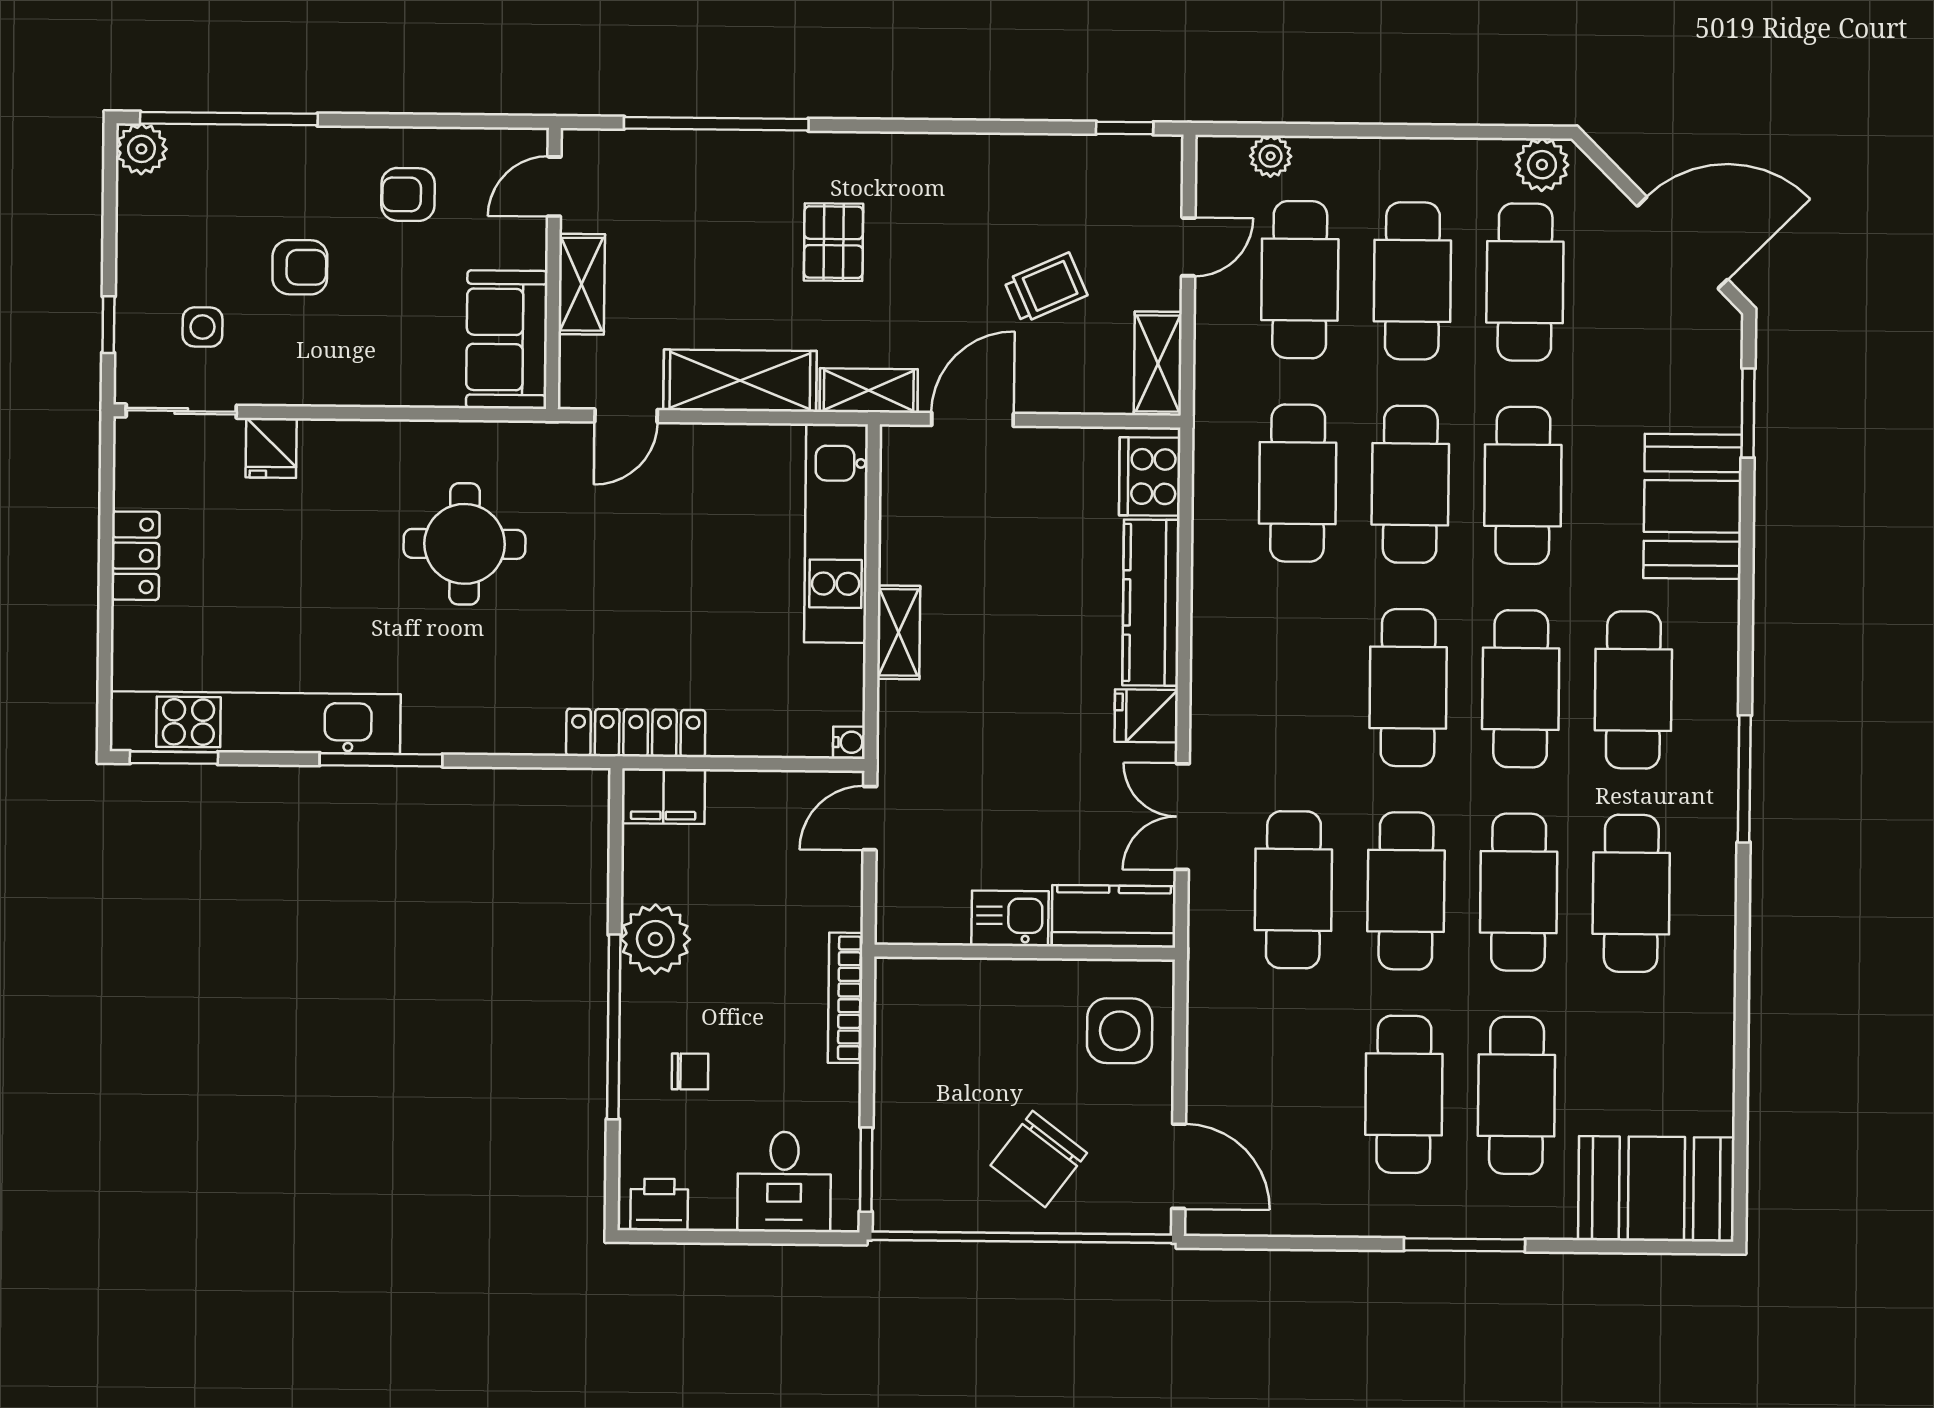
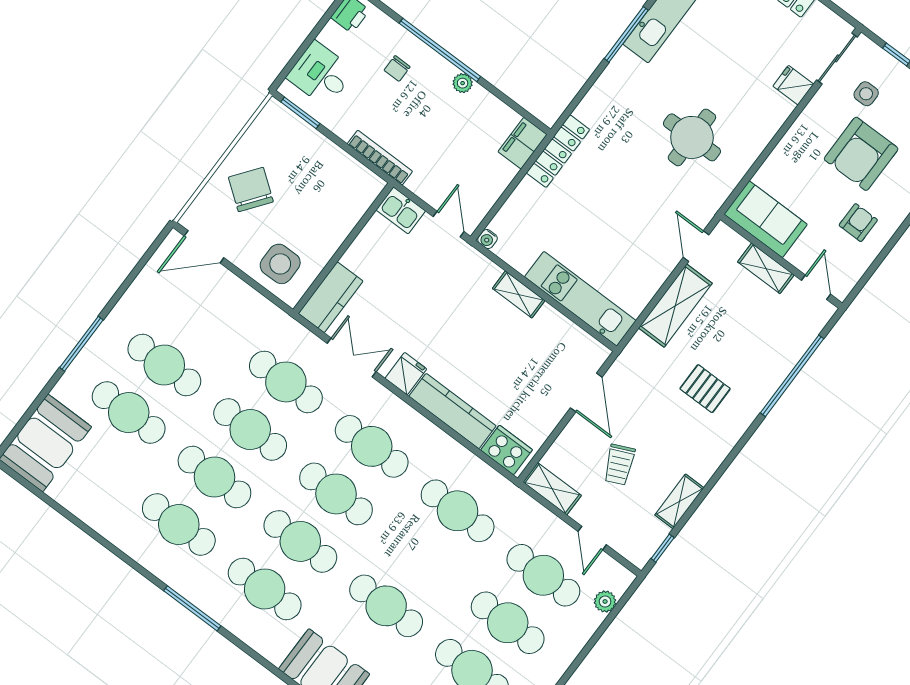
armchair: (300, 267) -> (861, 154), width x1.88, depth x1.88
shelving: (869, 390) -> (679, 501), moved
cafe table: (1410, 484) -> (372, 446), moved
kitchen sink: (1010, 918) -> (401, 210), moved, turned 90
plant: (655, 939) -> (463, 83), width x0.53, depth x0.53

